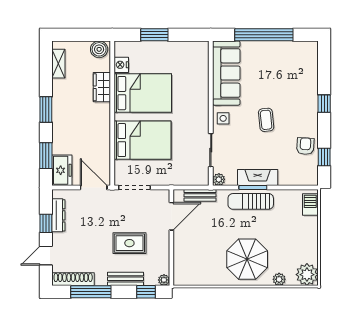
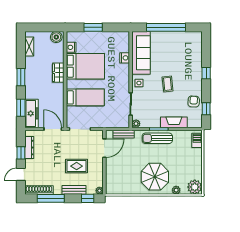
nightstand: (202, 81) -> (125, 58), added
wardrobe: (102, 87) -> (58, 73), moved
bed: (143, 140) -> (85, 97), width x0.67
freezer: (62, 170) -> (32, 113), width x1.40
fireplace: (258, 177) -> (174, 122), moved

